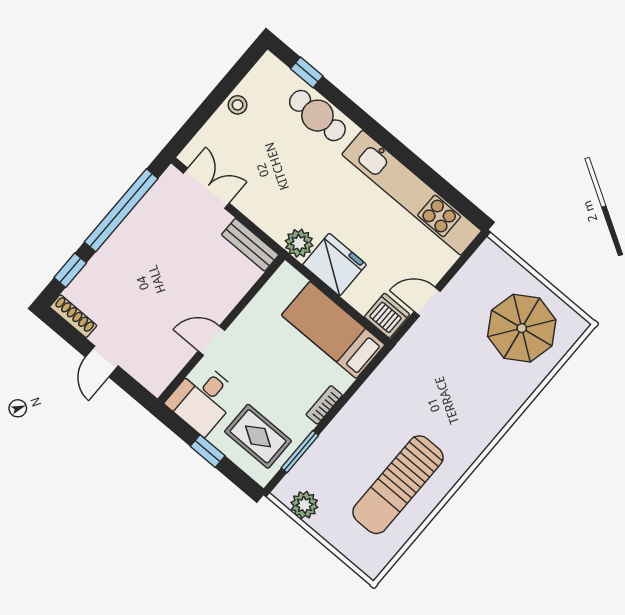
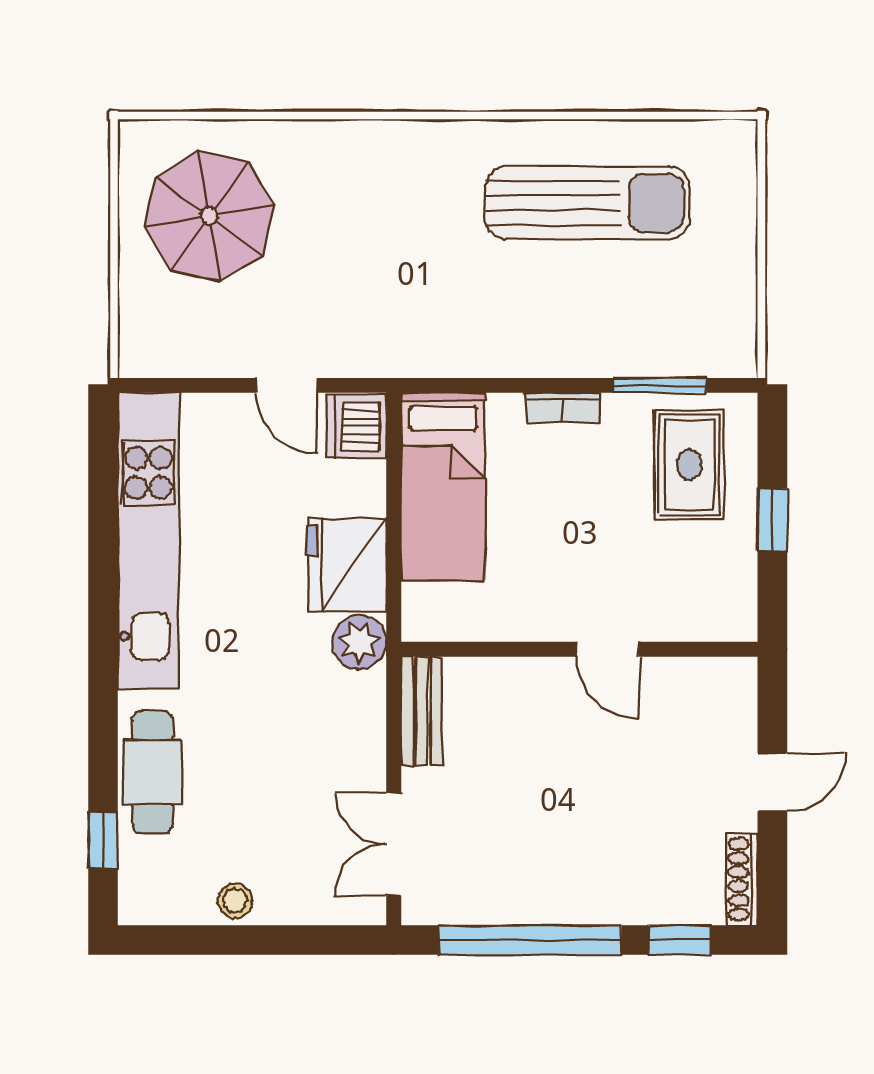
desk: (203, 399) -> (702, 591), removed
plant: (304, 505) -> (731, 314), removed

